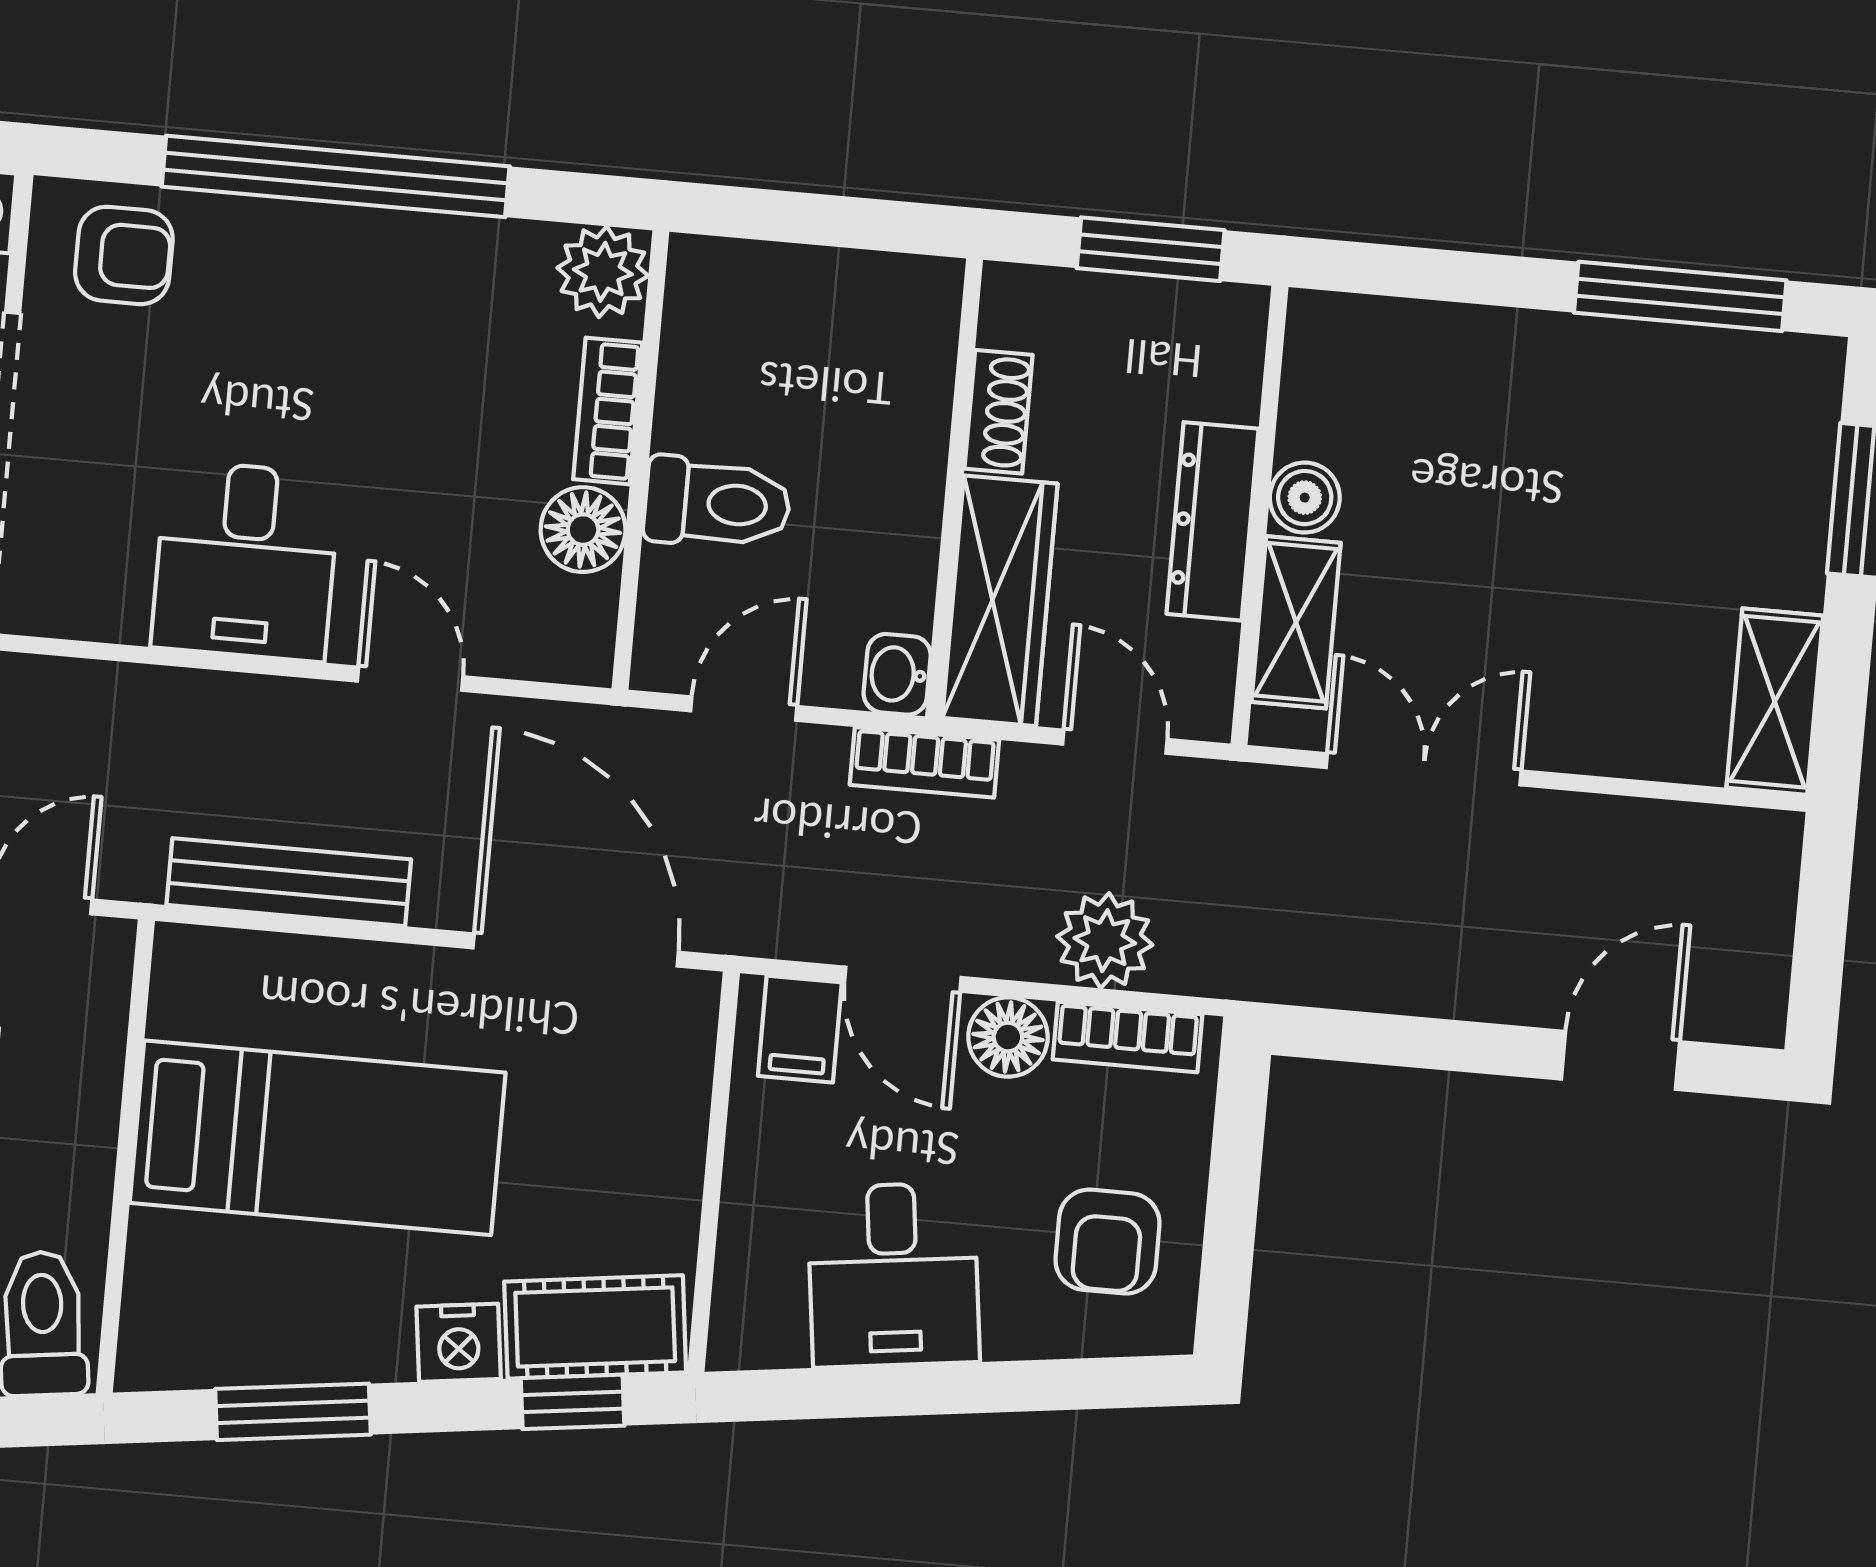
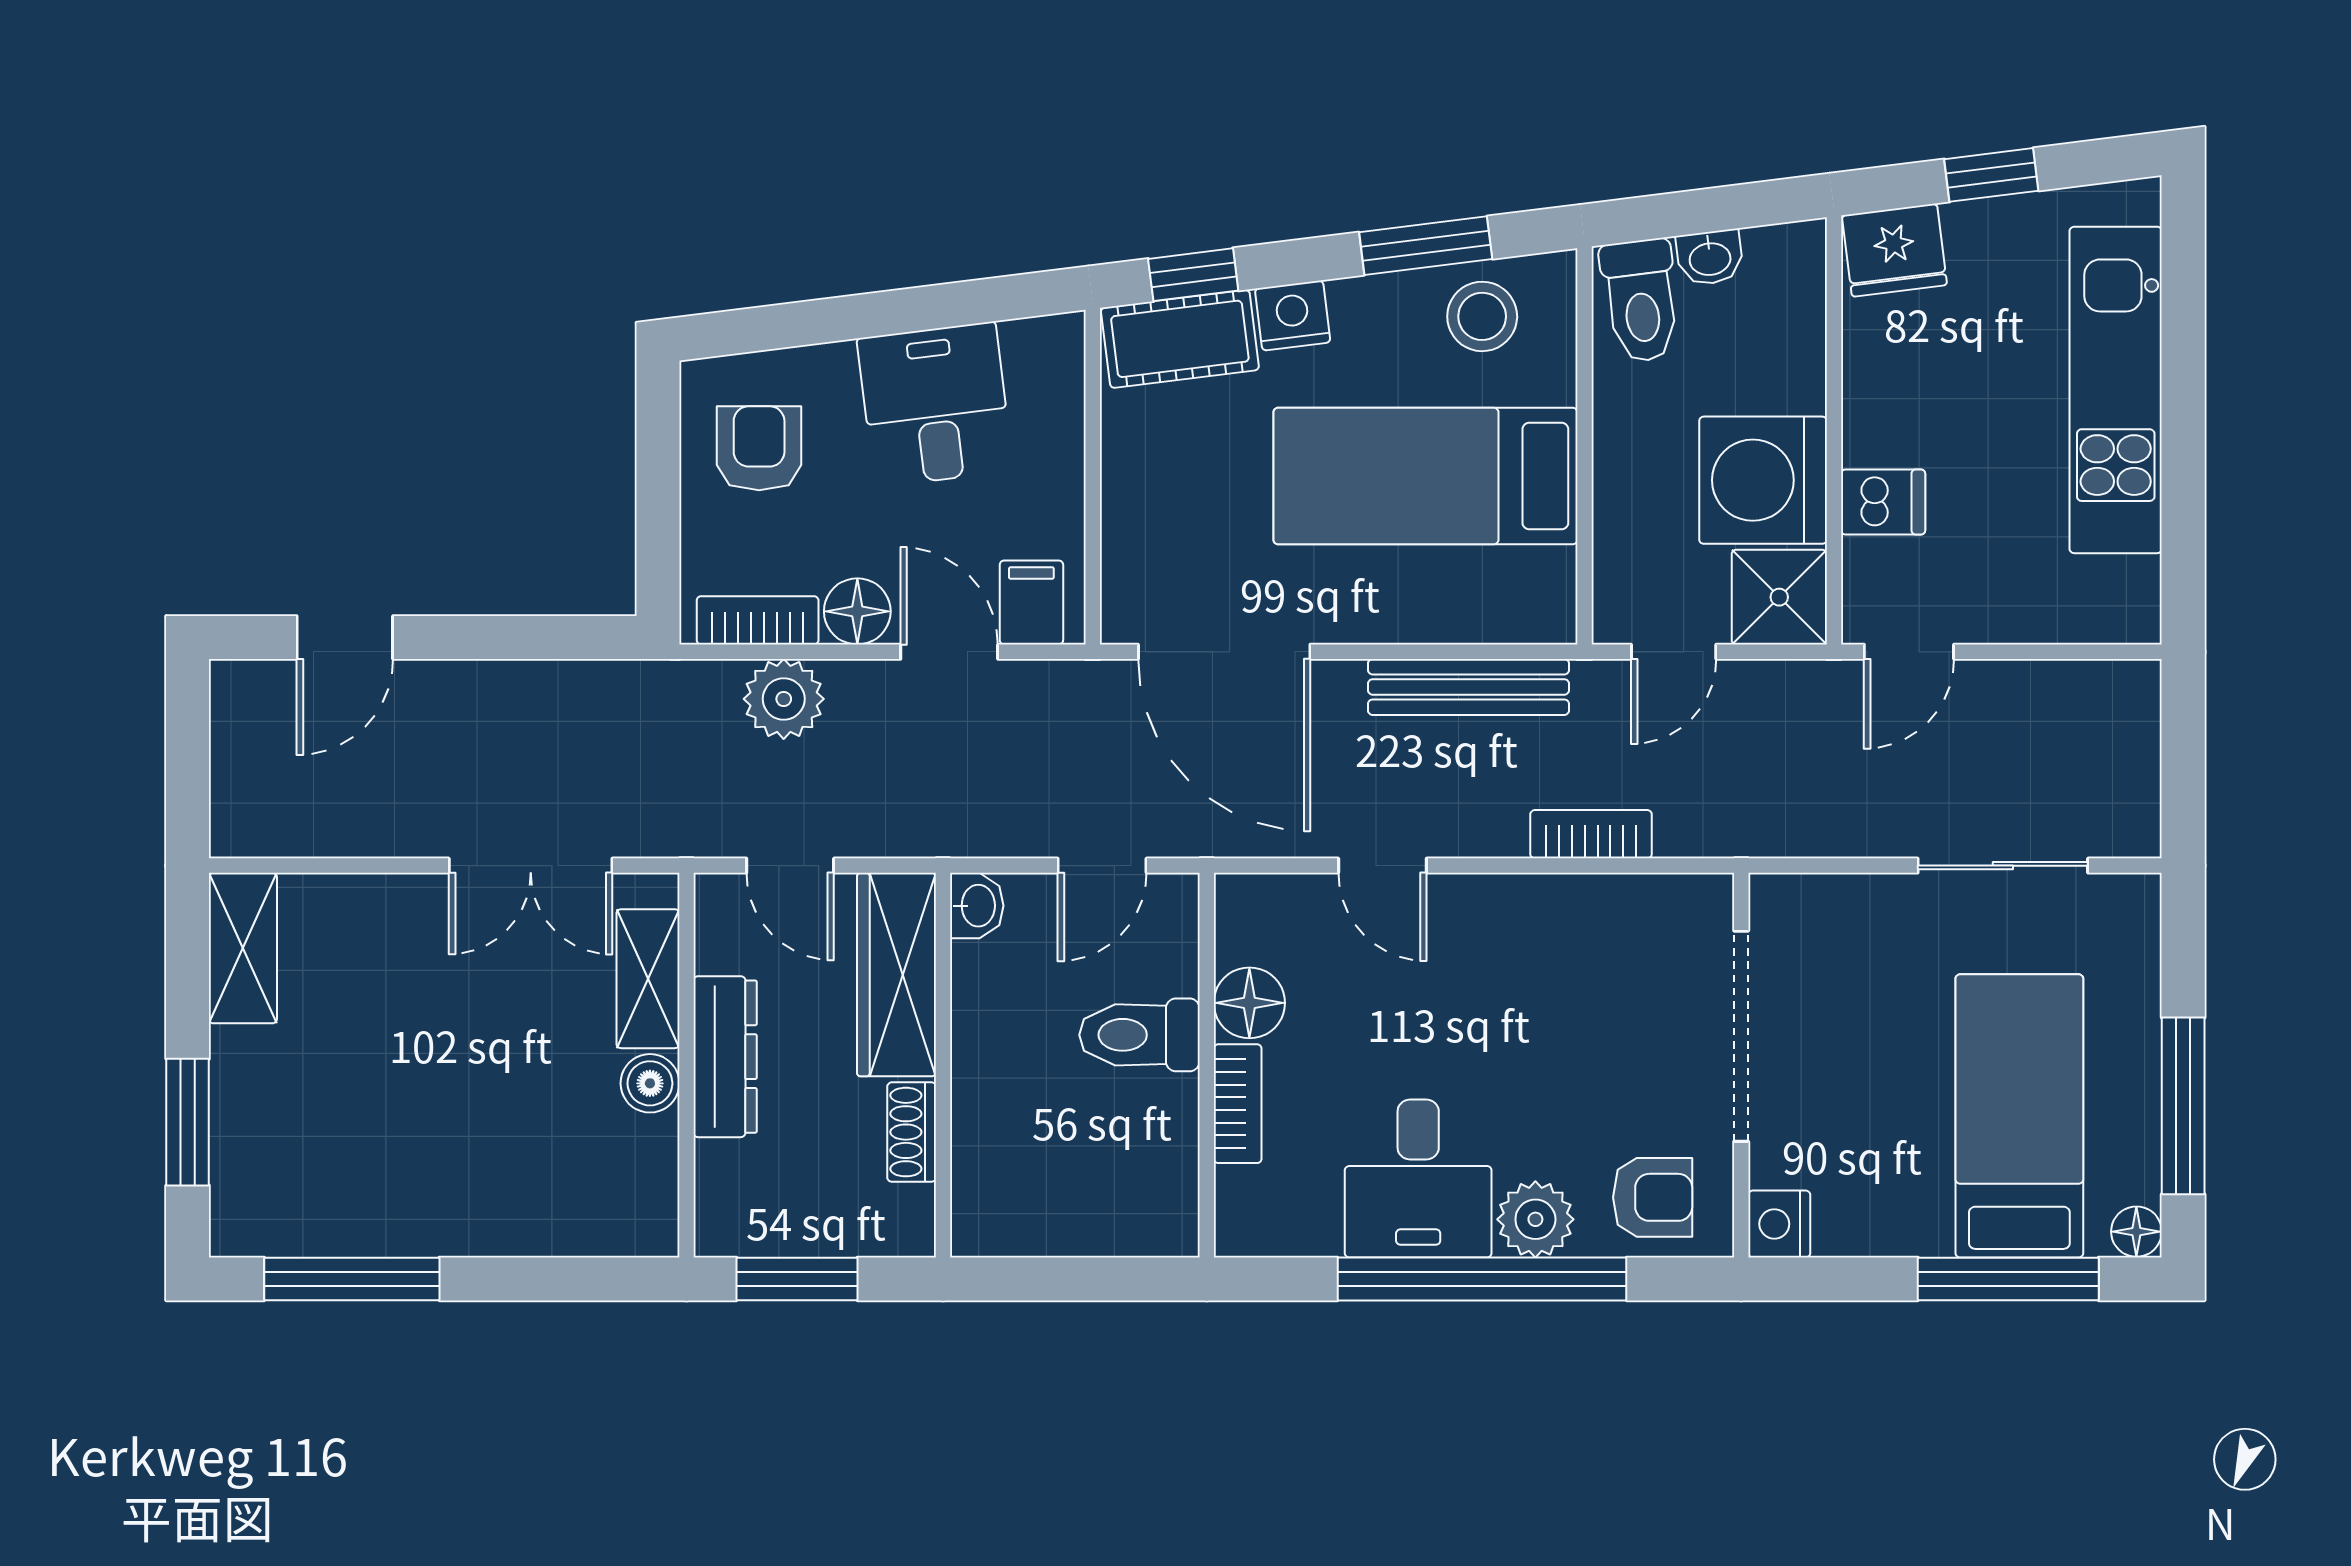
armchair: (124, 255) -> (1653, 1197), turned 180
plant: (603, 272) -> (1535, 1219), moved
desk: (246, 561) -> (1418, 1179), moved, turned 180
bookcase: (924, 762) -> (1591, 834), moved
stool: (233, 1322) -> (1482, 316), added

